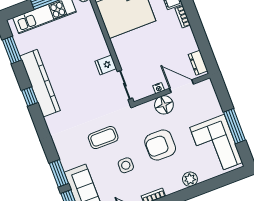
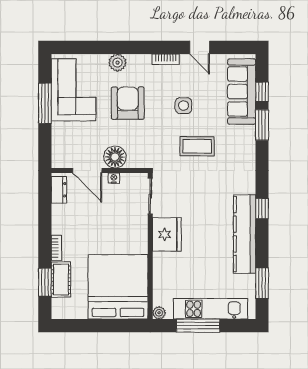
fridge: (106, 65) -> (167, 234), width x1.88, depth x1.34
window: (30, 96) -> (262, 209), moved
armchair: (160, 145) -> (128, 103), moved, turned -90

